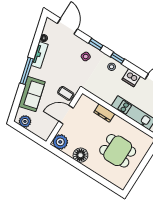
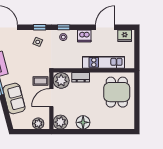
plant: (85, 105) -> (61, 81), added
plant: (25, 121) -> (38, 124), moved
dining table: (118, 151) -> (117, 92), moved, turned 90

